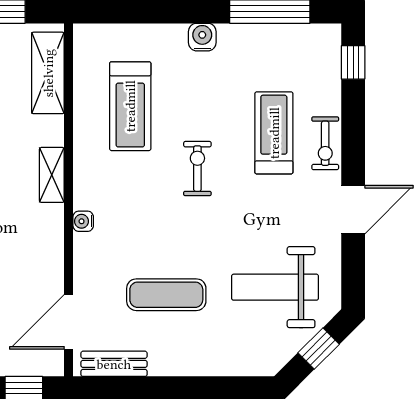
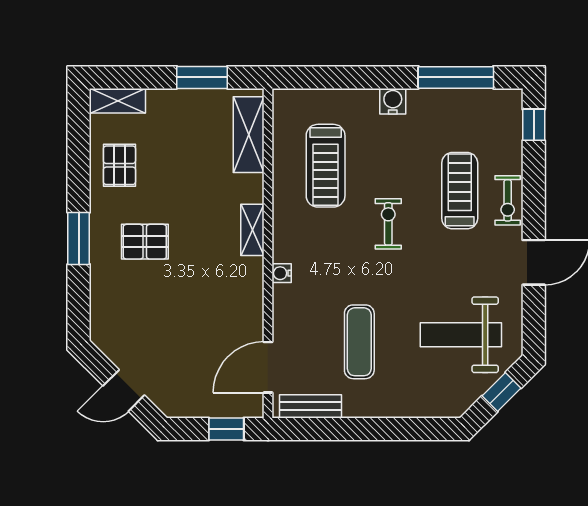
exercise mat: (166, 295) -> (359, 342), turned 90

